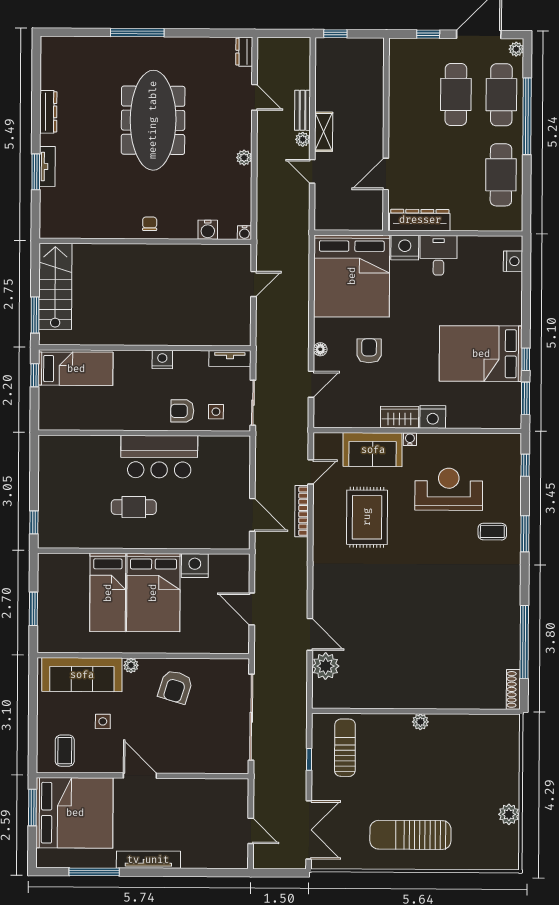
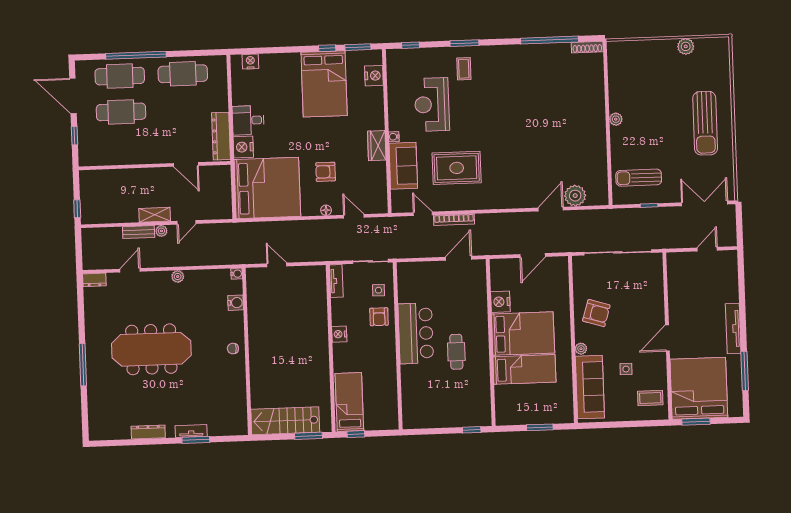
plant: (516, 49) -> (83, 66), removed
nightstand: (433, 417) -> (374, 76), moved

